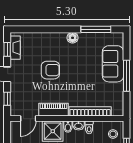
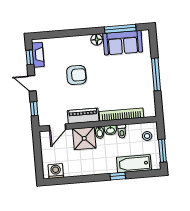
sofa: (113, 64) -> (123, 43), moved, turned -90

